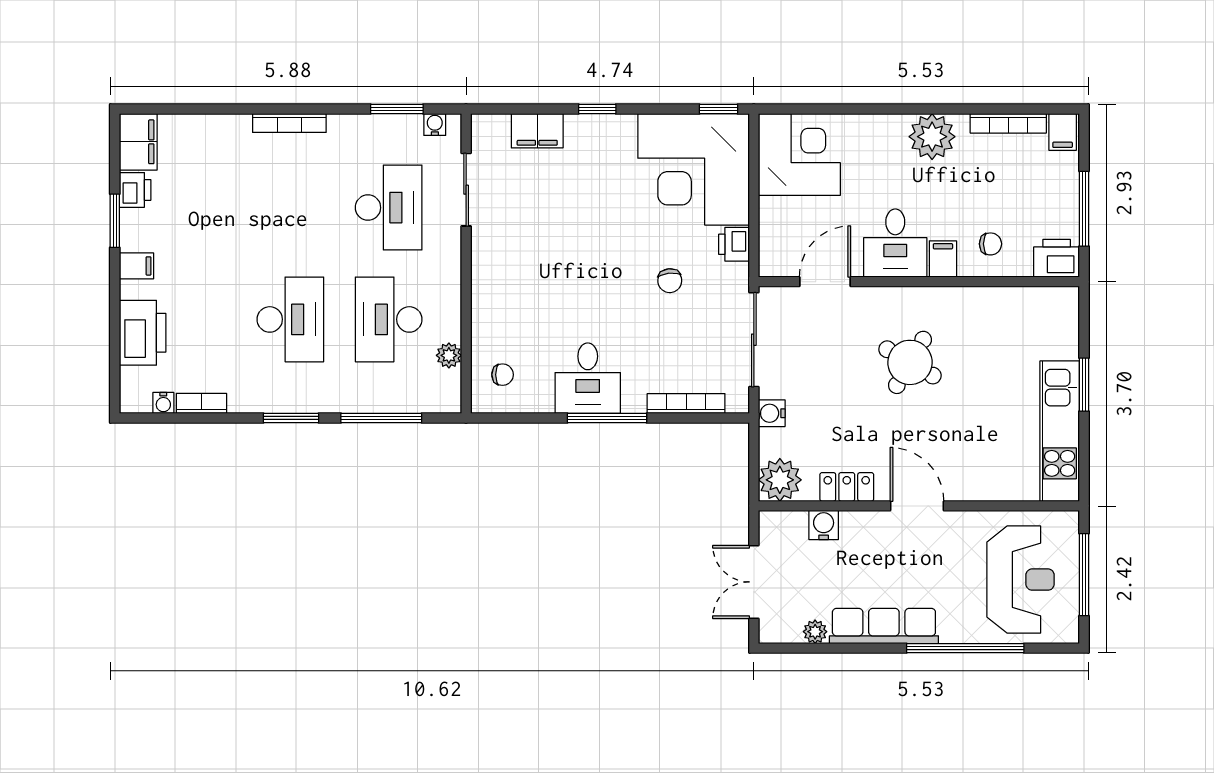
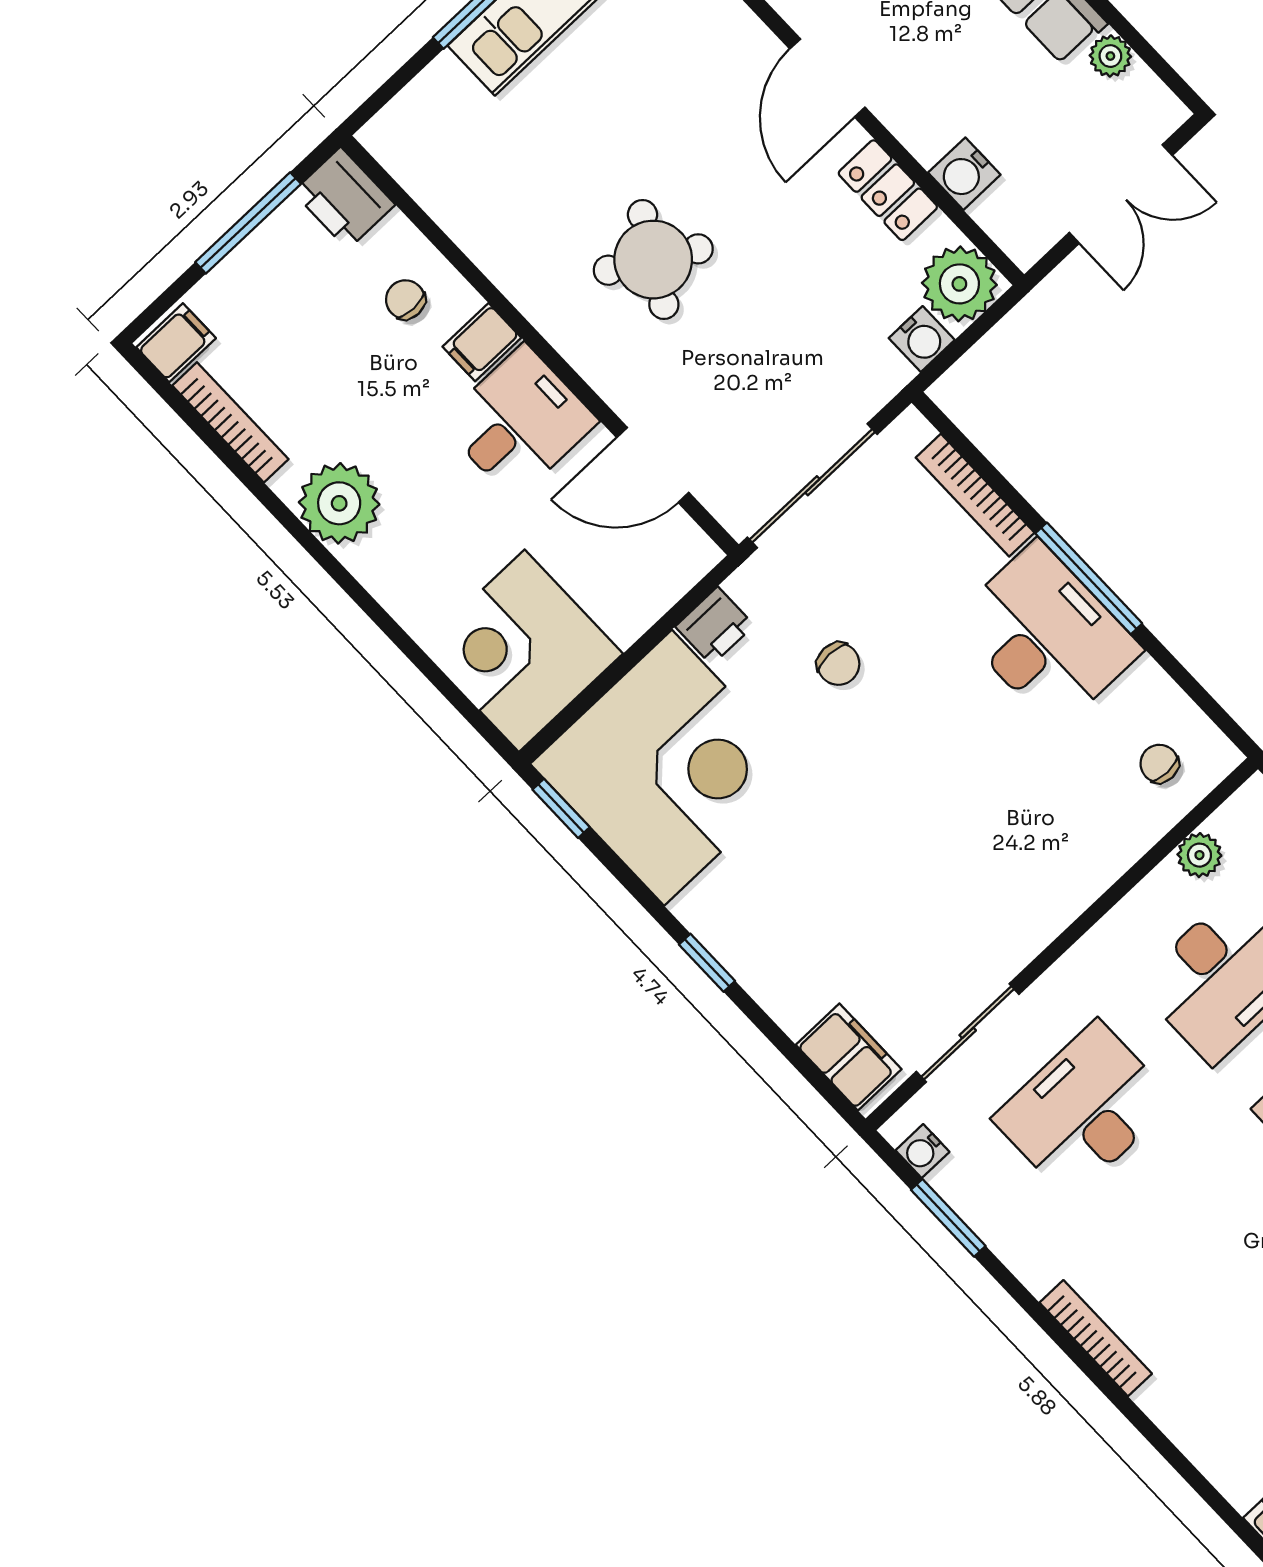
filing cabinet: (537, 131) -> (849, 1057), moved
chair: (670, 281) -> (838, 664), turned 96
desk: (588, 378) -> (1047, 635), width x1.37
water cooler: (772, 413) -> (922, 339), moved

